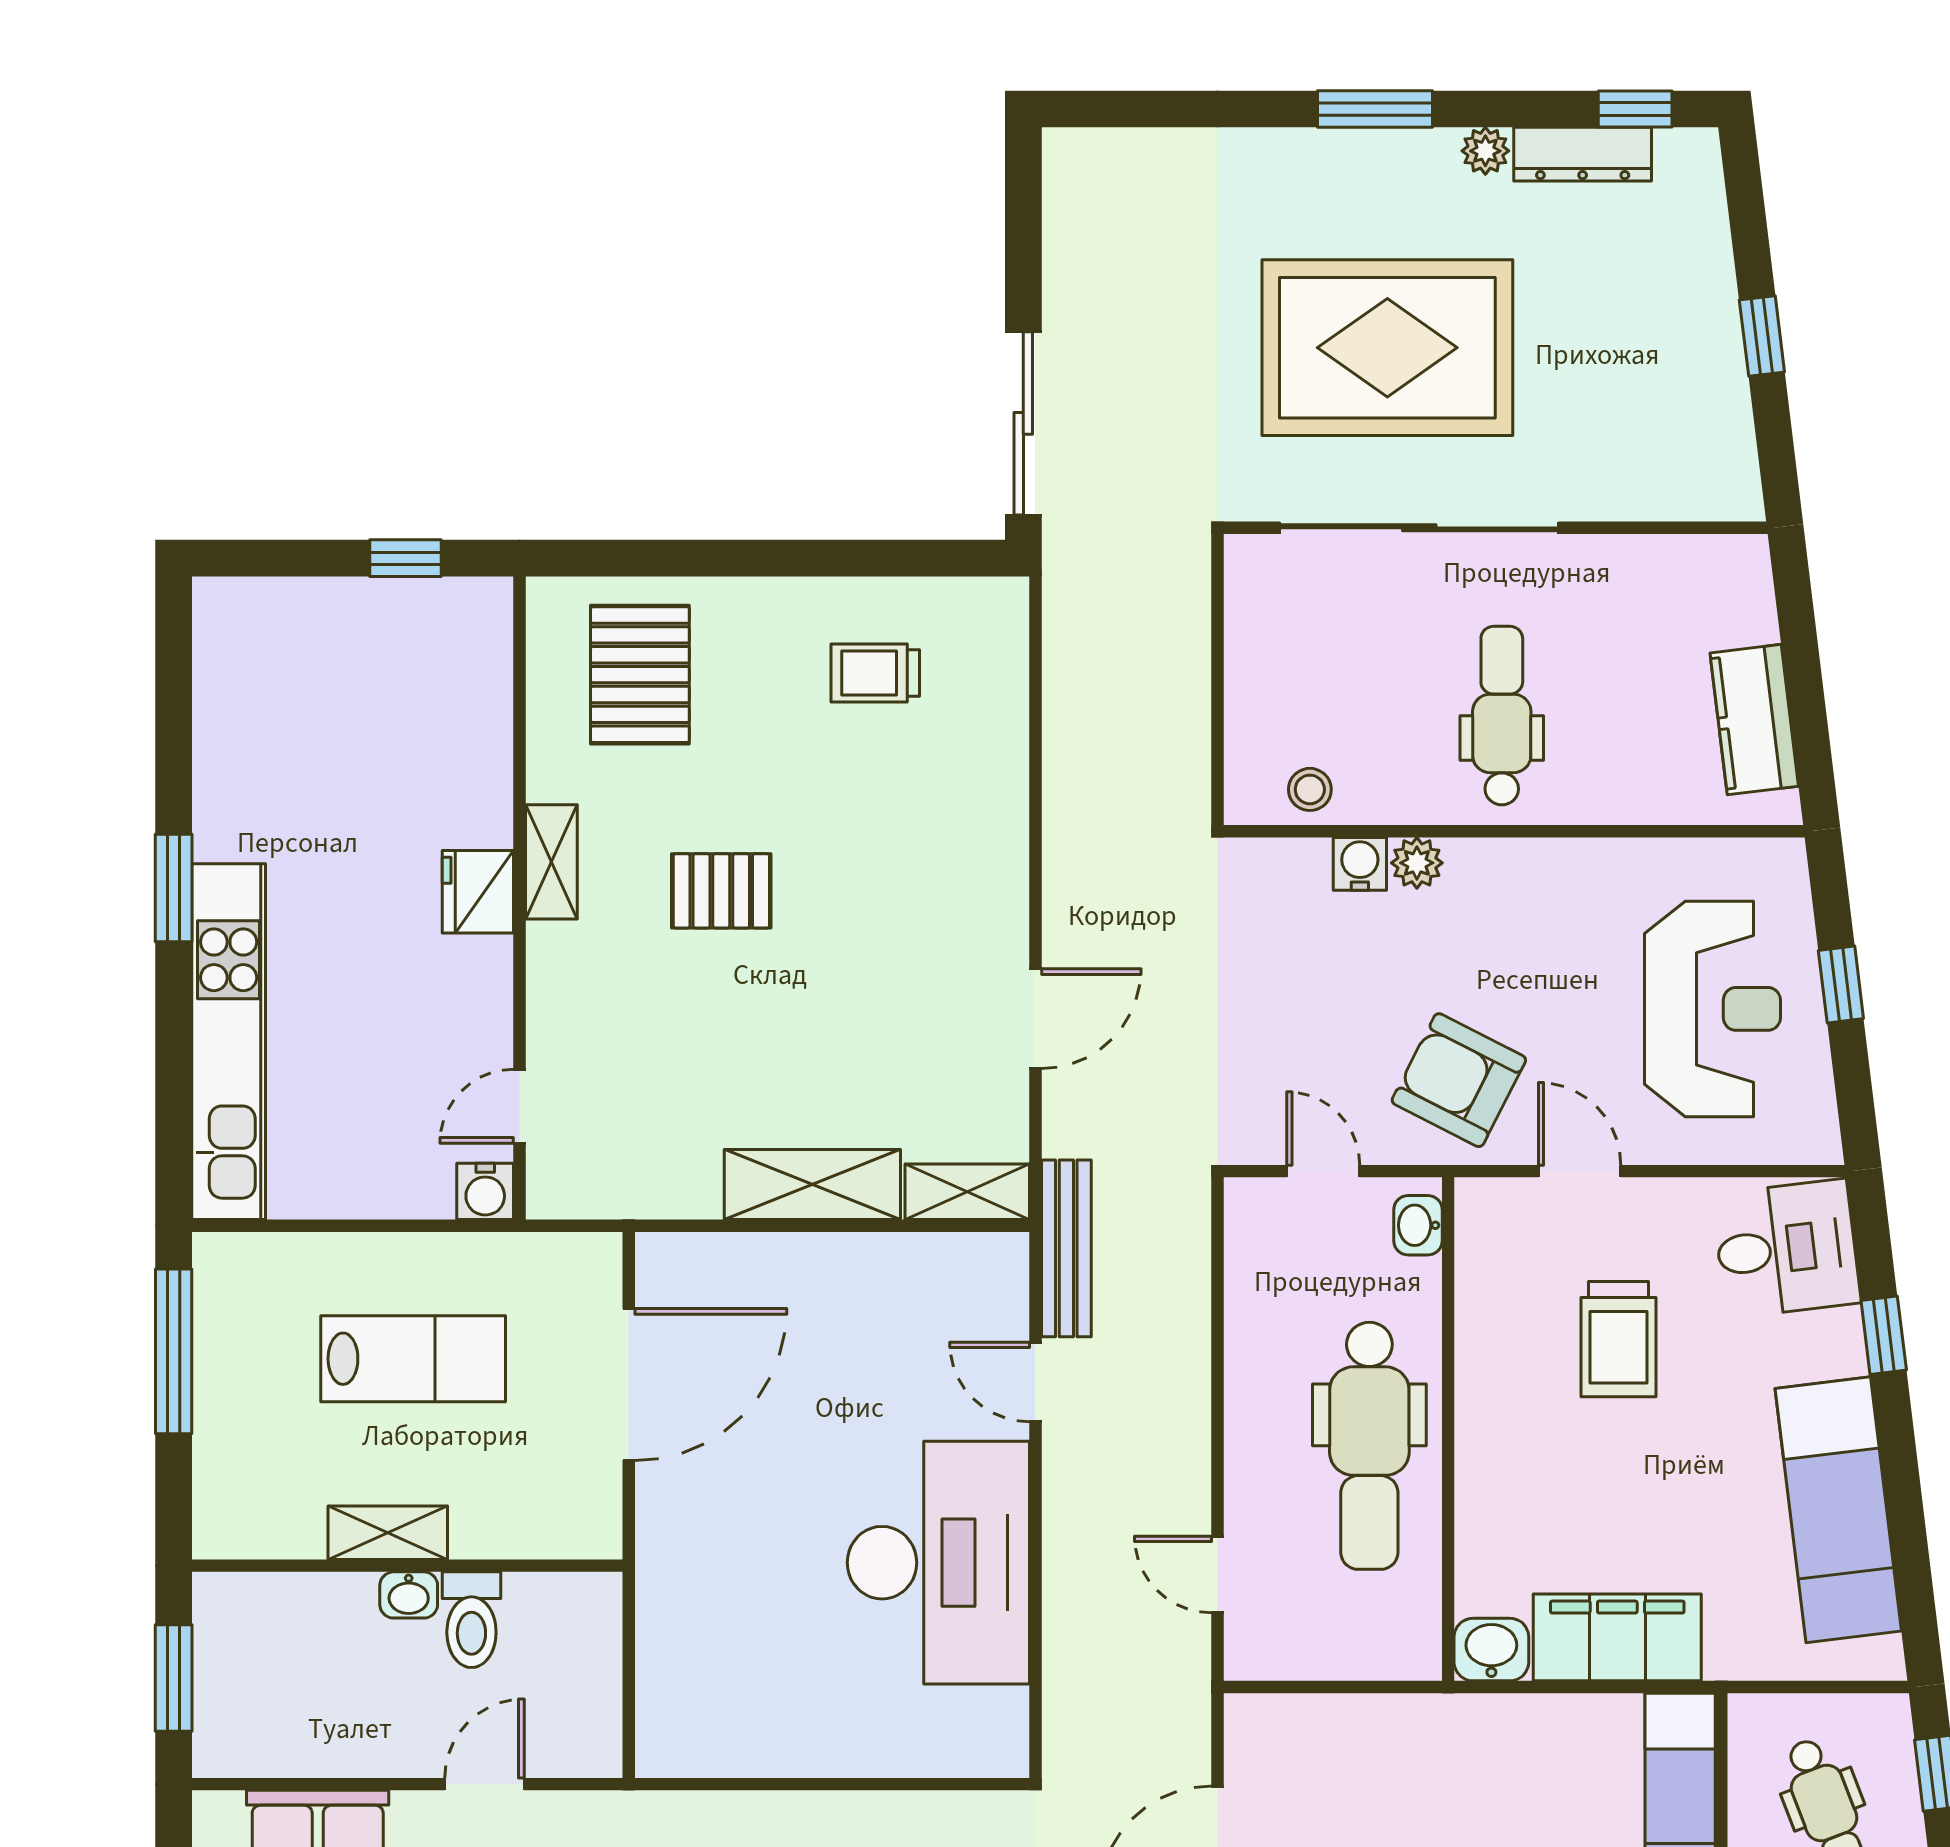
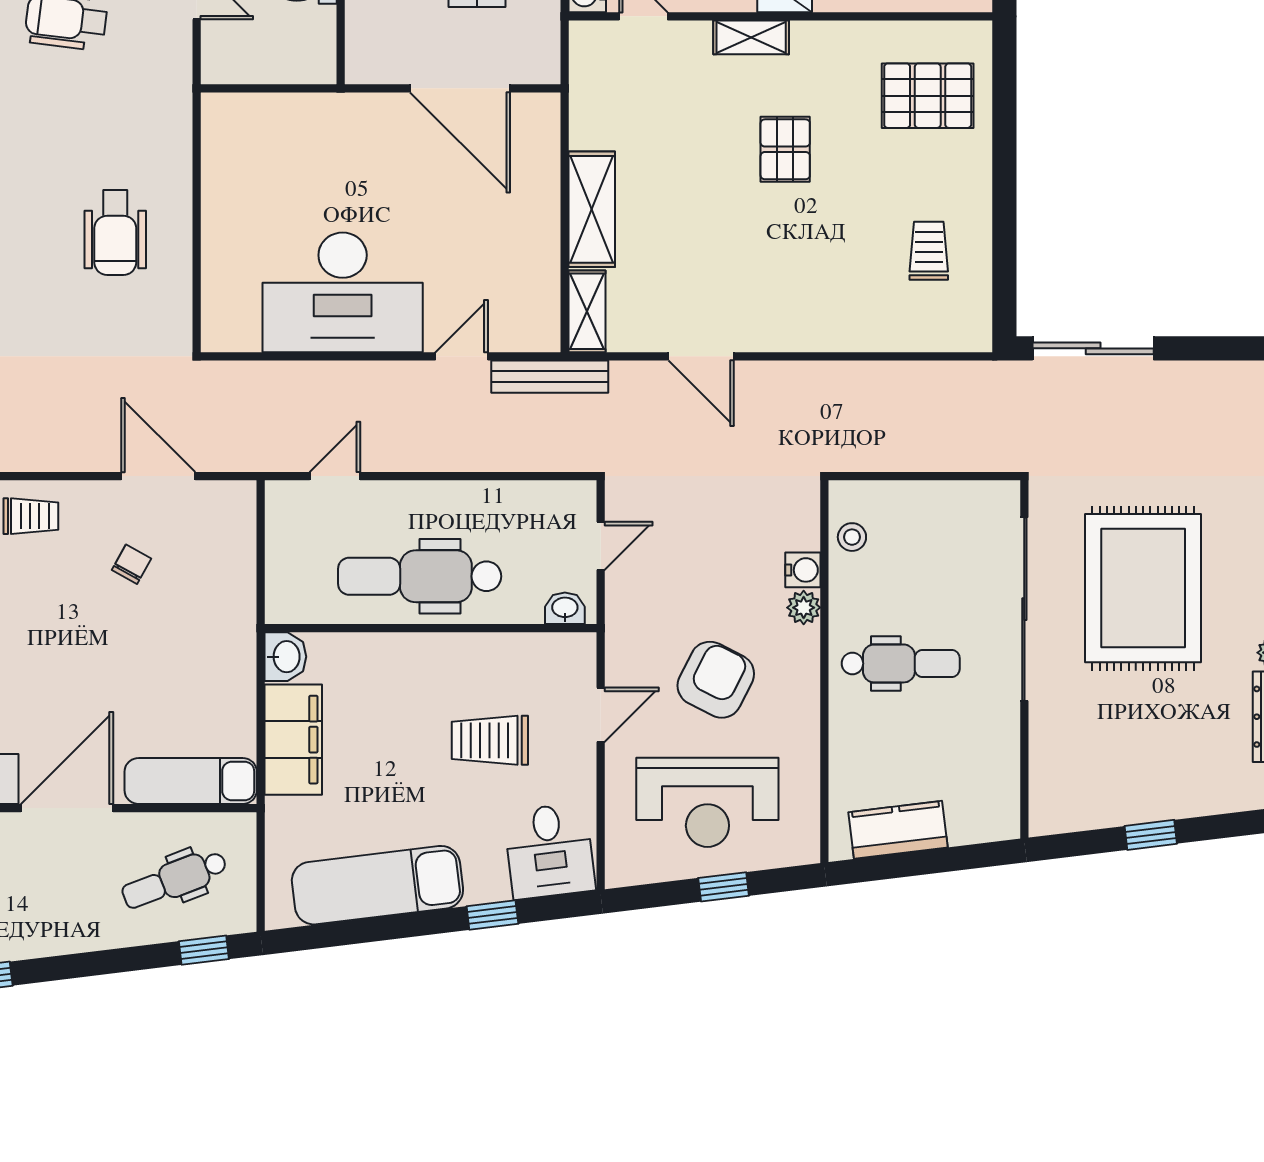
shelving: (551, 862) -> (751, 37), moved
armchair: (1459, 1080) -> (716, 680), moved

